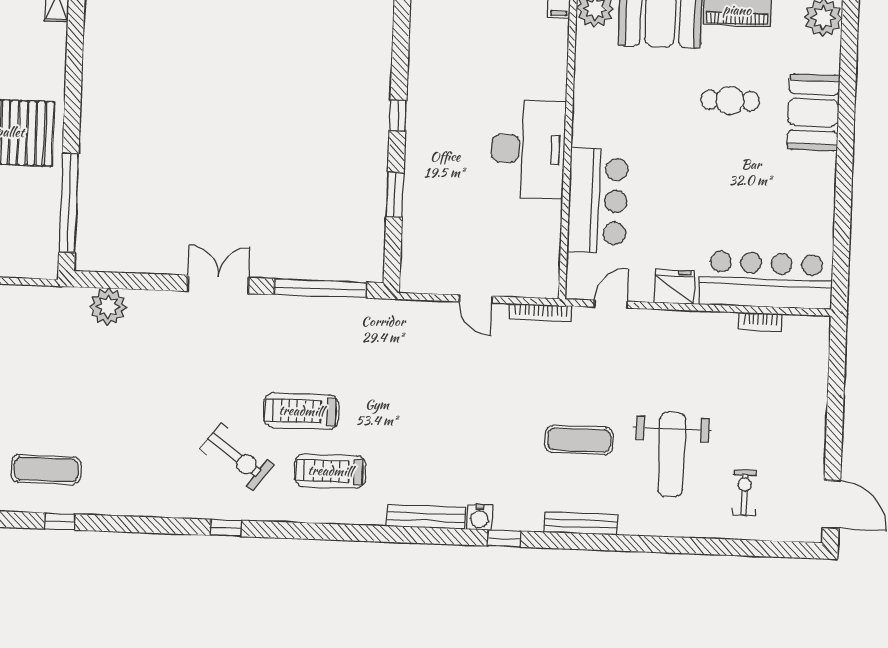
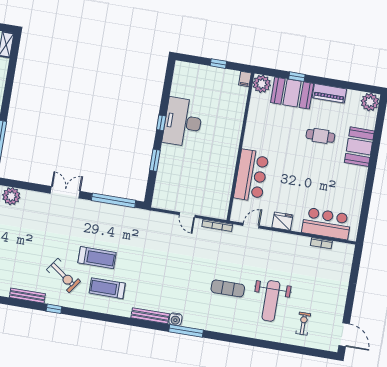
desk: (528, 149) -> (183, 122), moved, turned 180
bar counter: (766, 280) -> (326, 224), width x0.73
treadmill: (301, 411) -> (97, 258), turned 180
bench: (581, 524) -> (27, 296), moved
window: (504, 539) -> (186, 331), width x2.17

